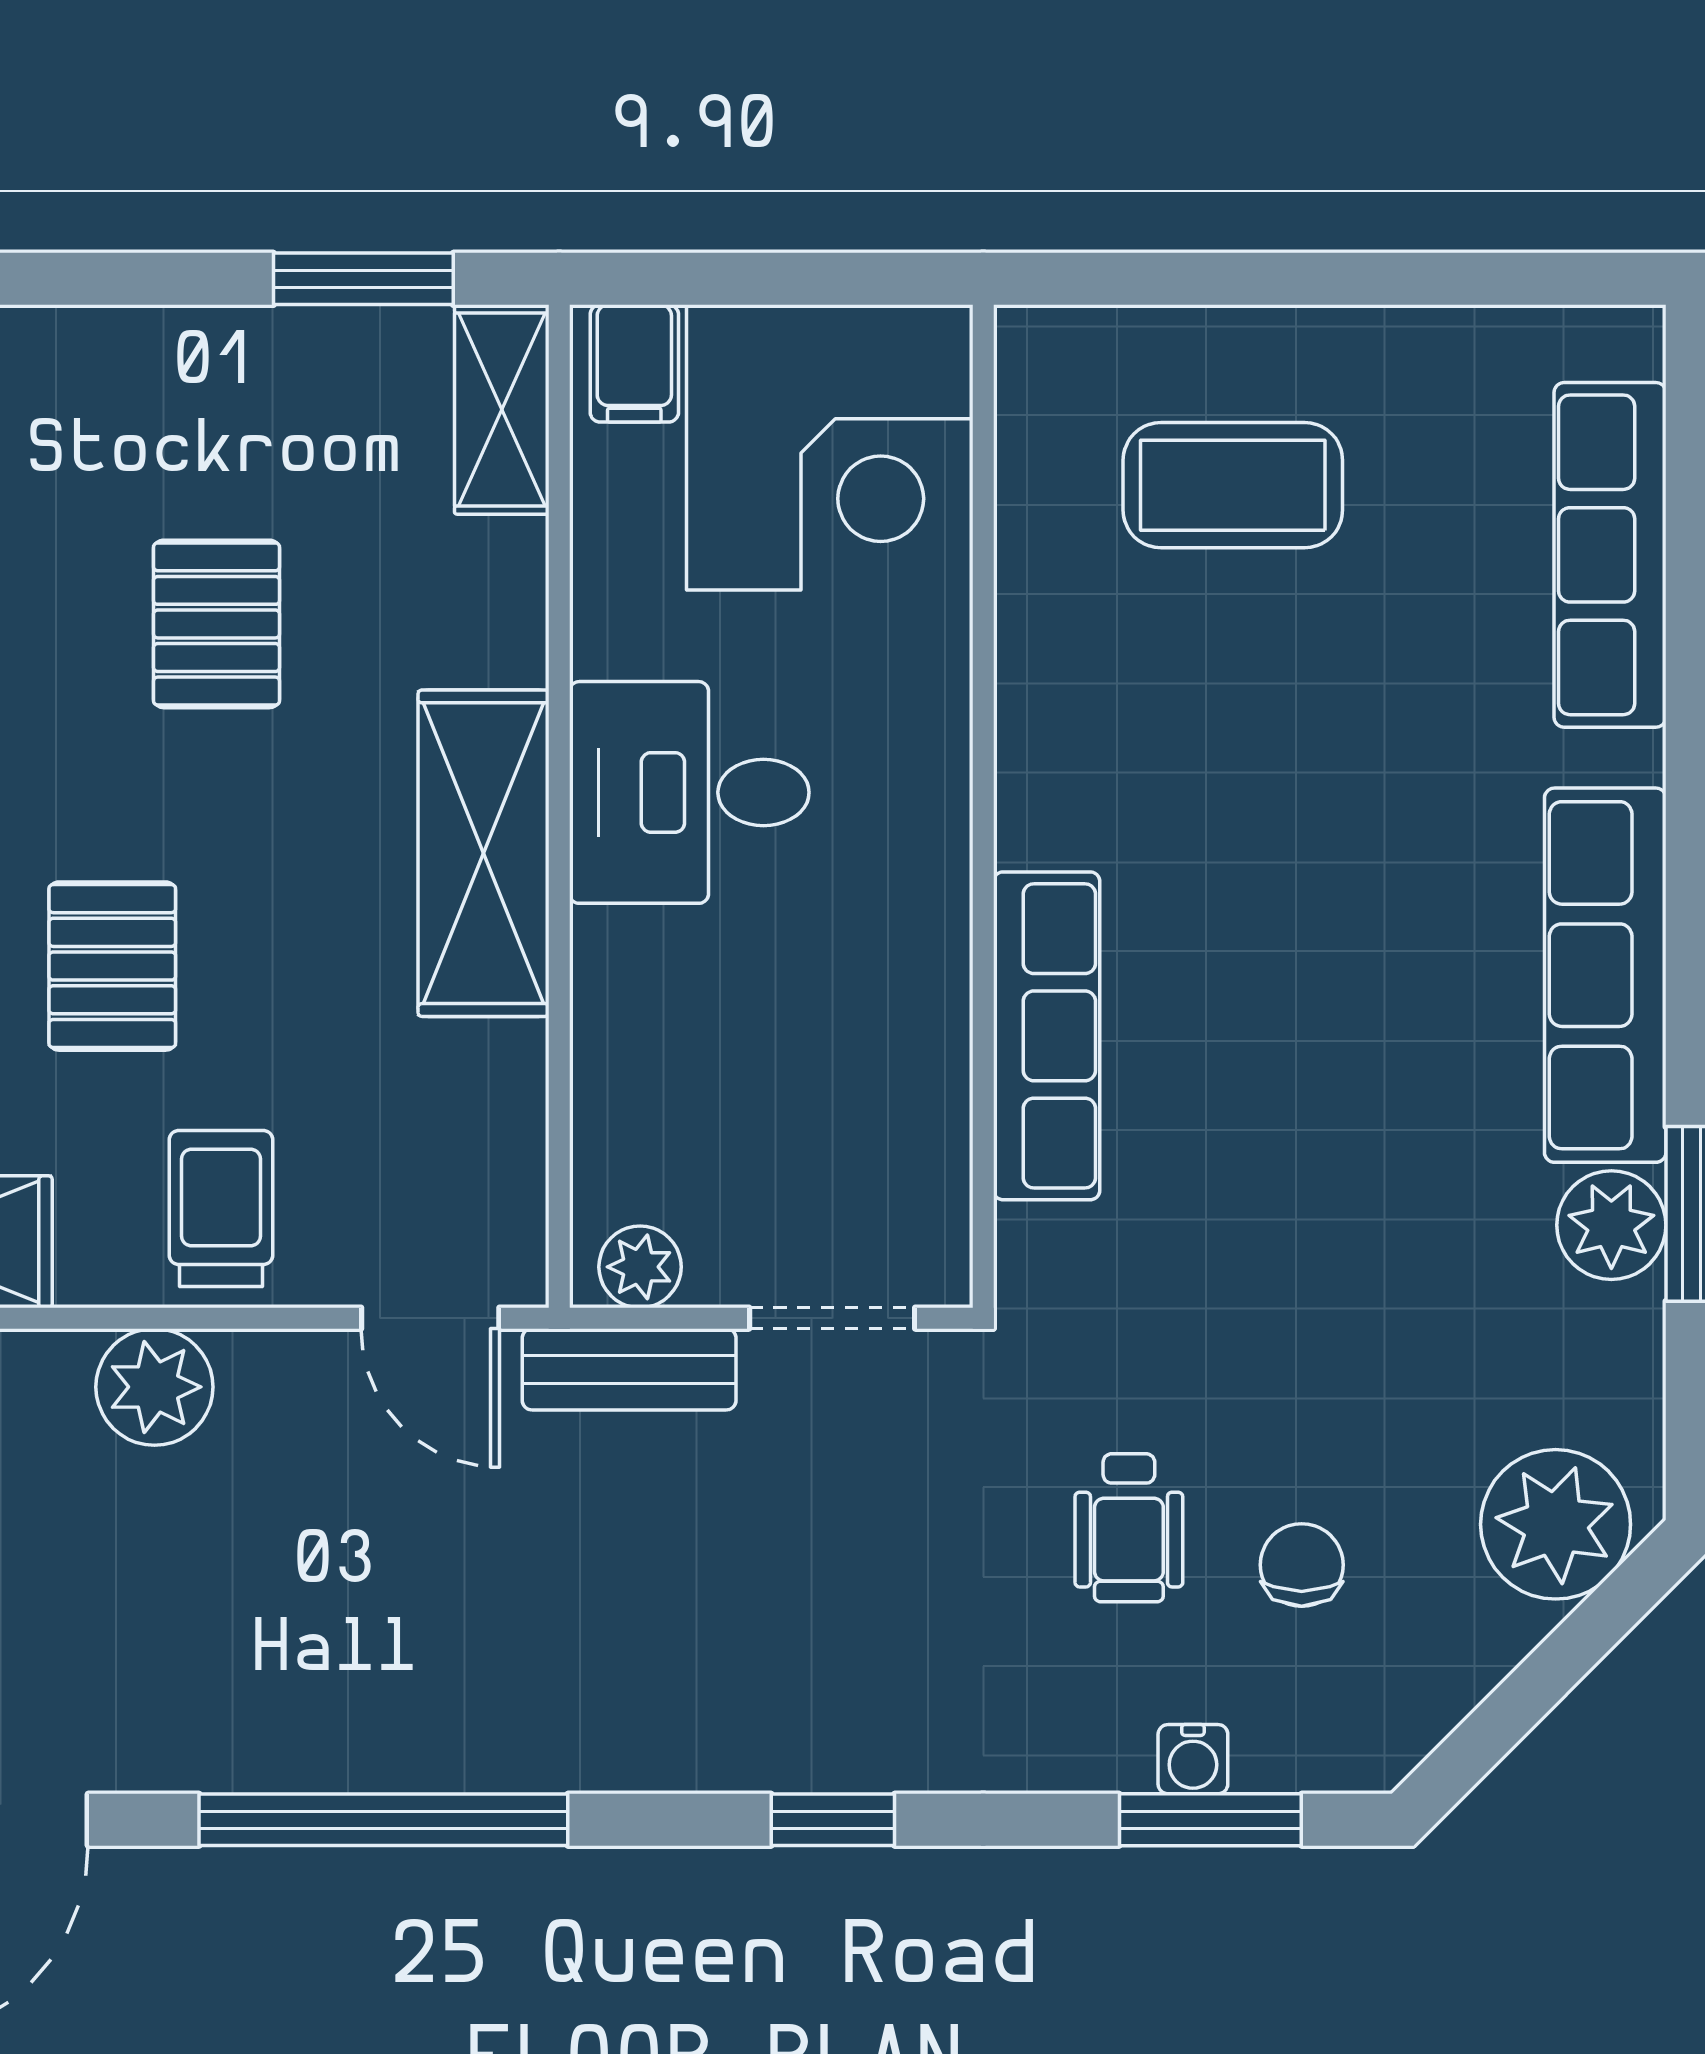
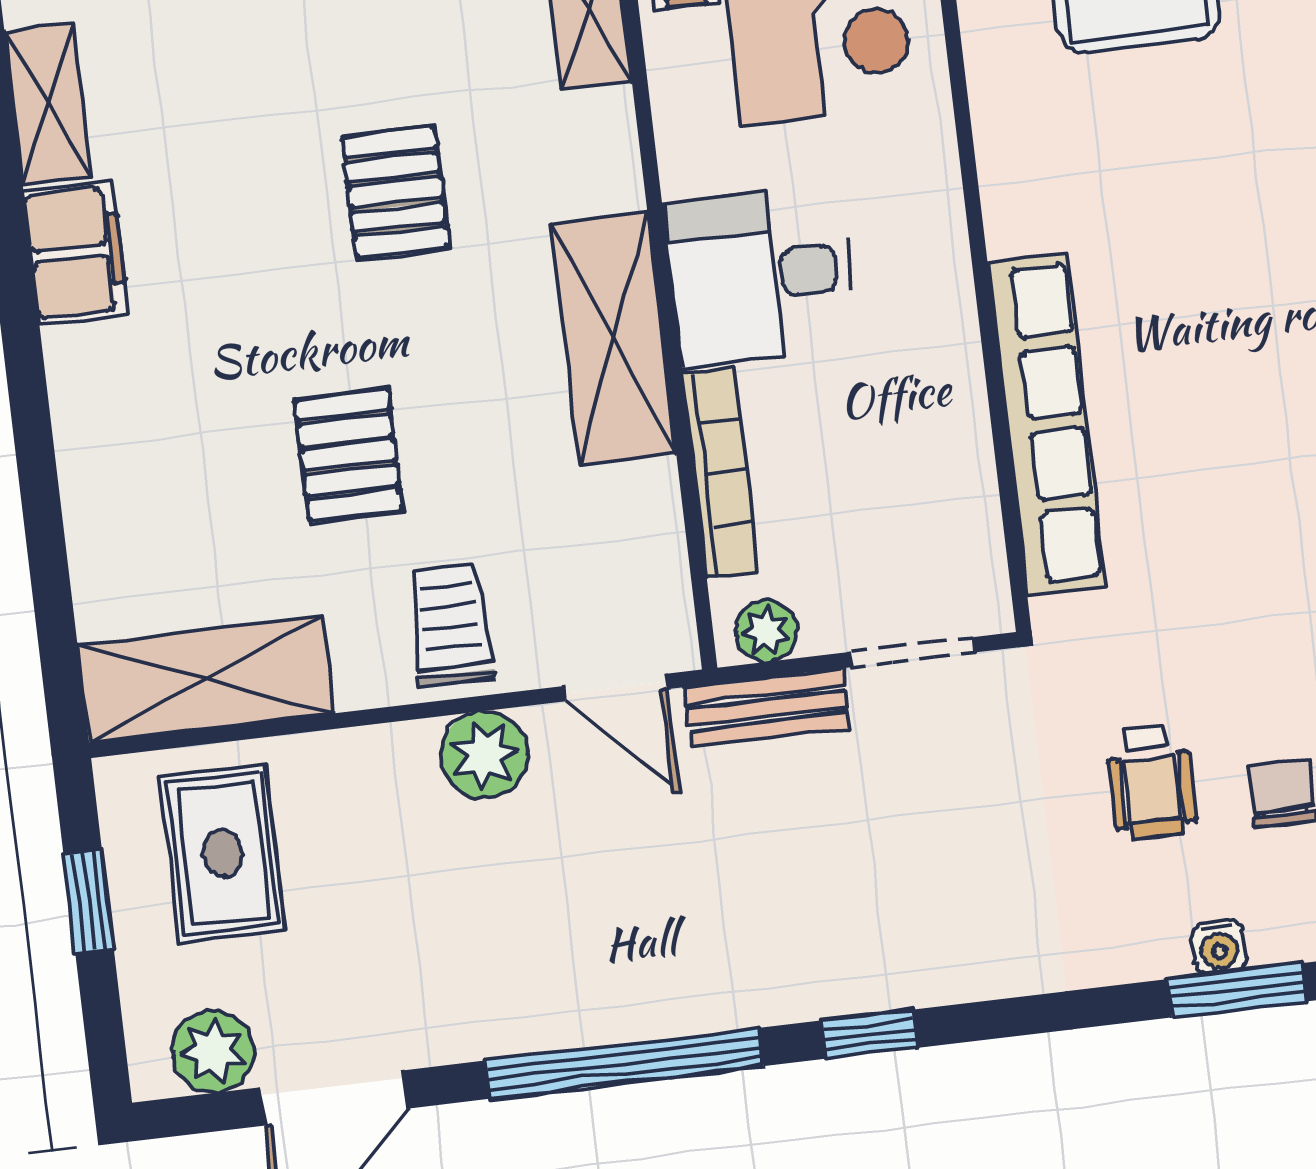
row of seats: (1047, 1036) -> (1047, 424), width x1.36
bookcase: (605, 1049) -> (721, 473), added
plant: (154, 1387) -> (484, 755), moved
window: (833, 1820) -> (869, 1034), moved

